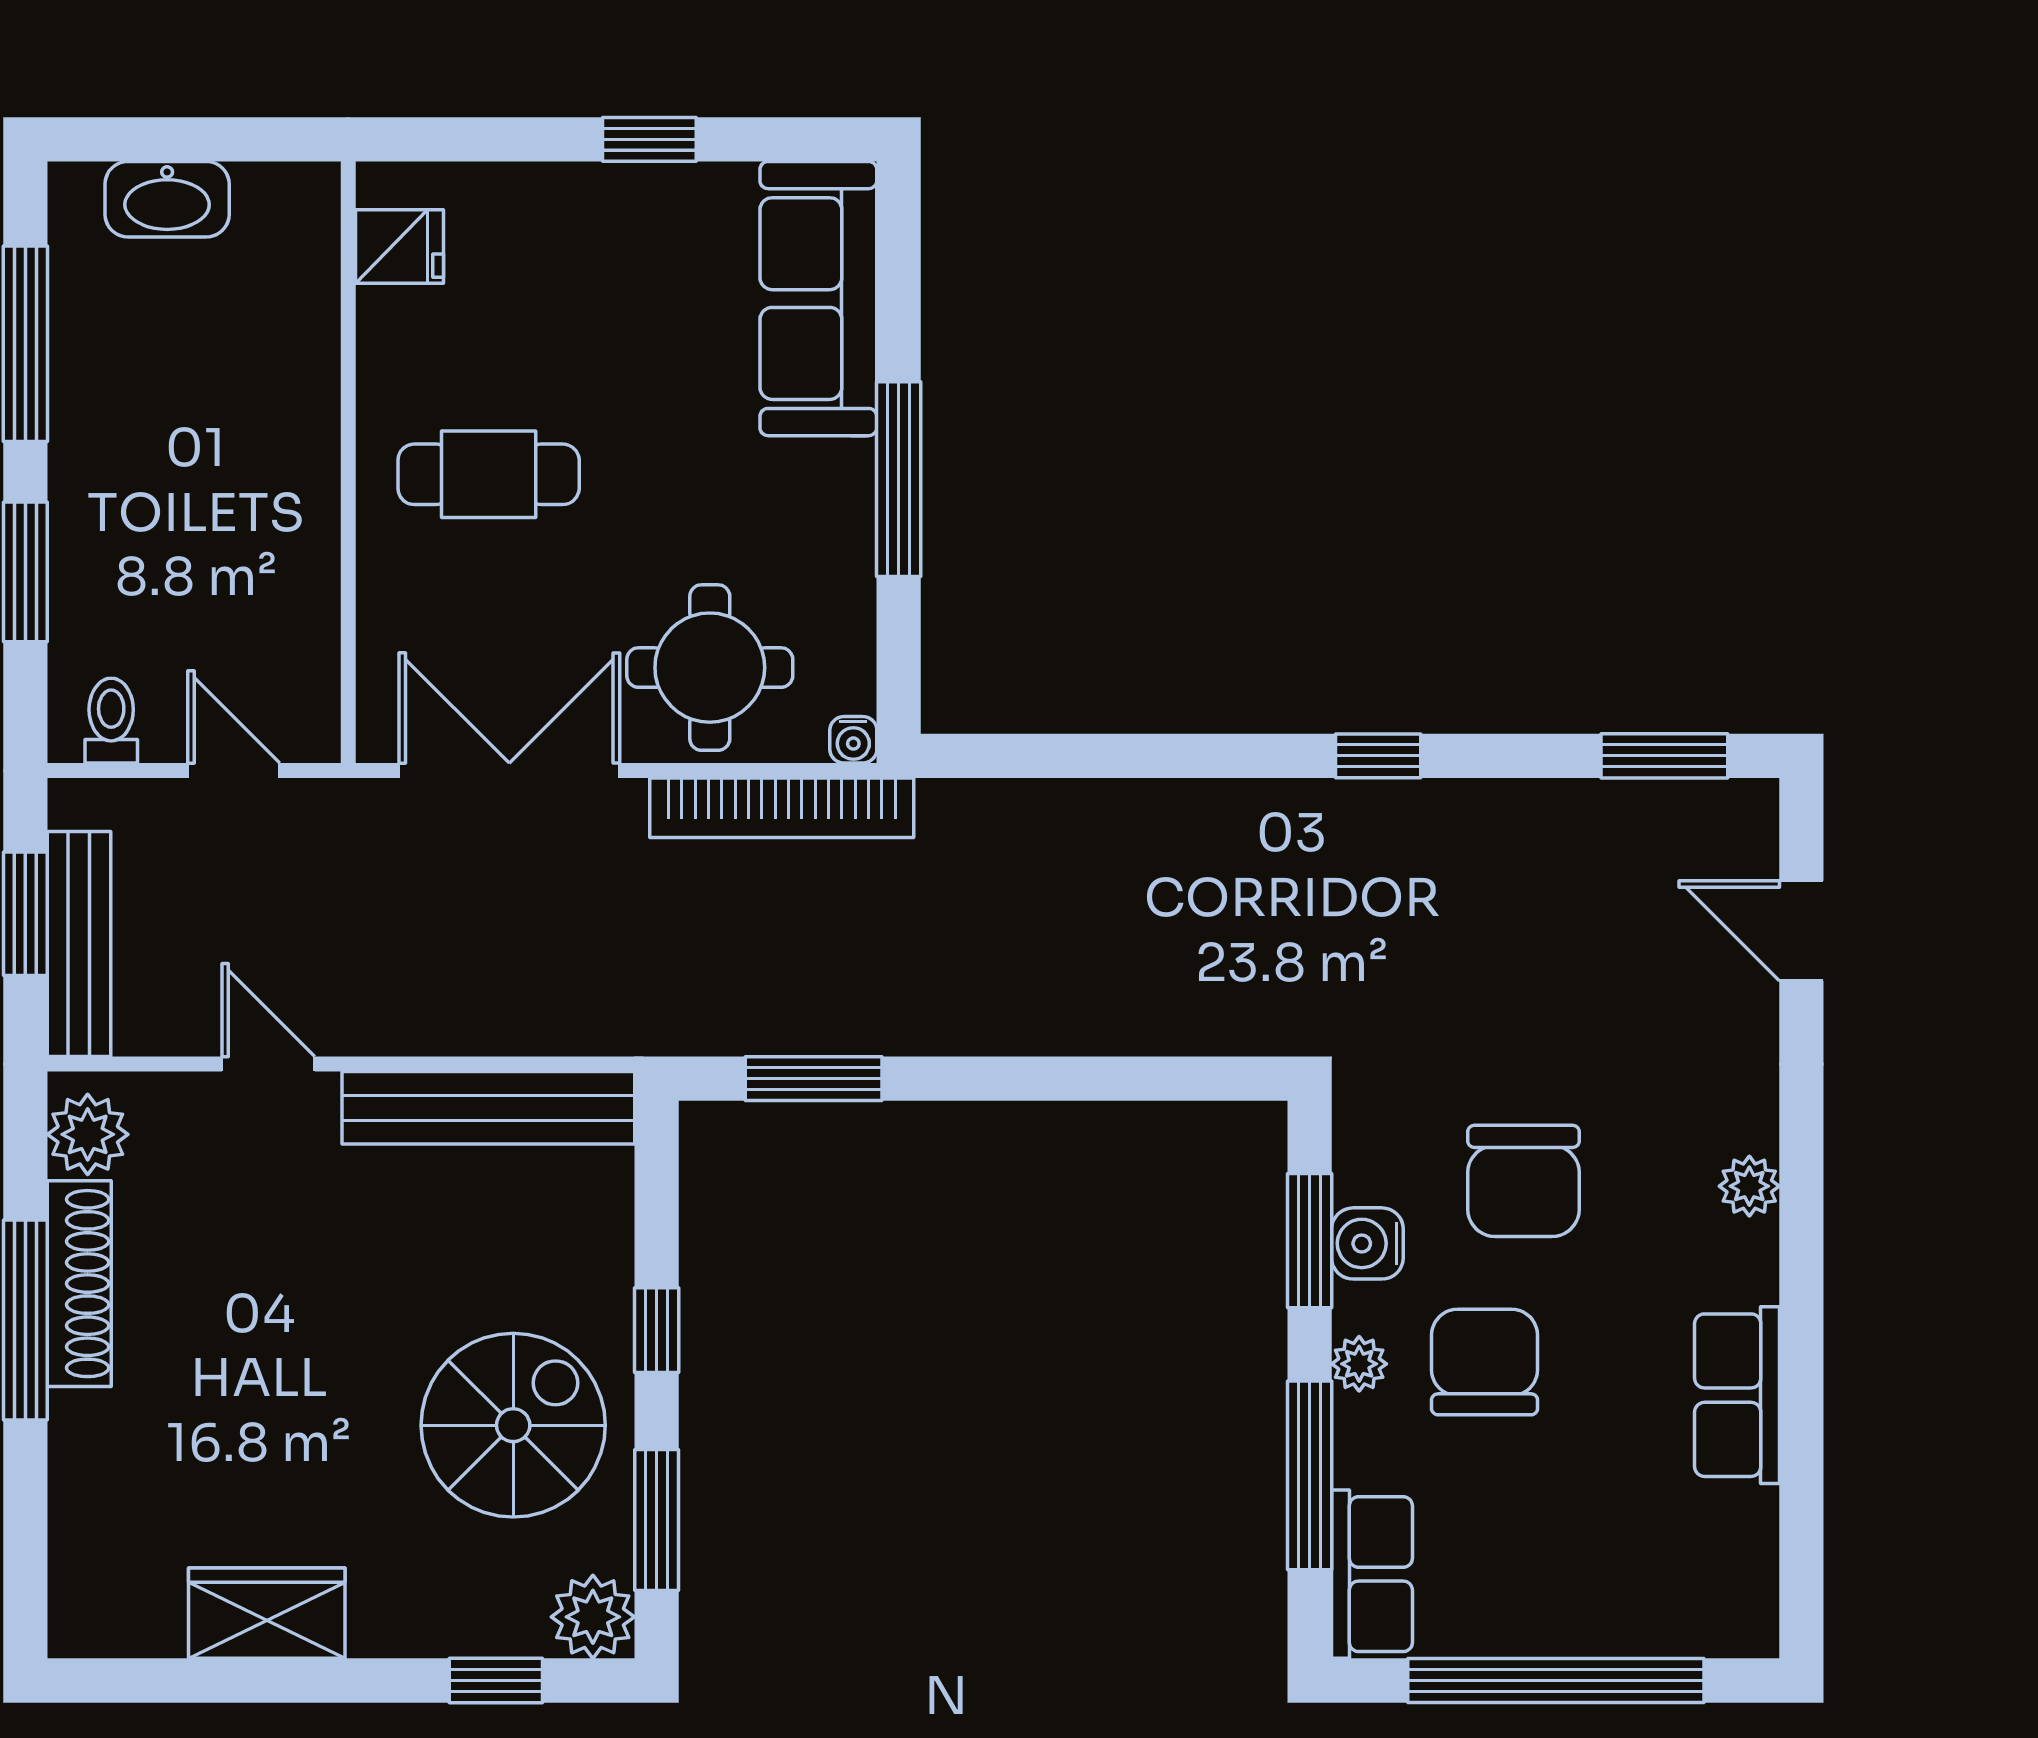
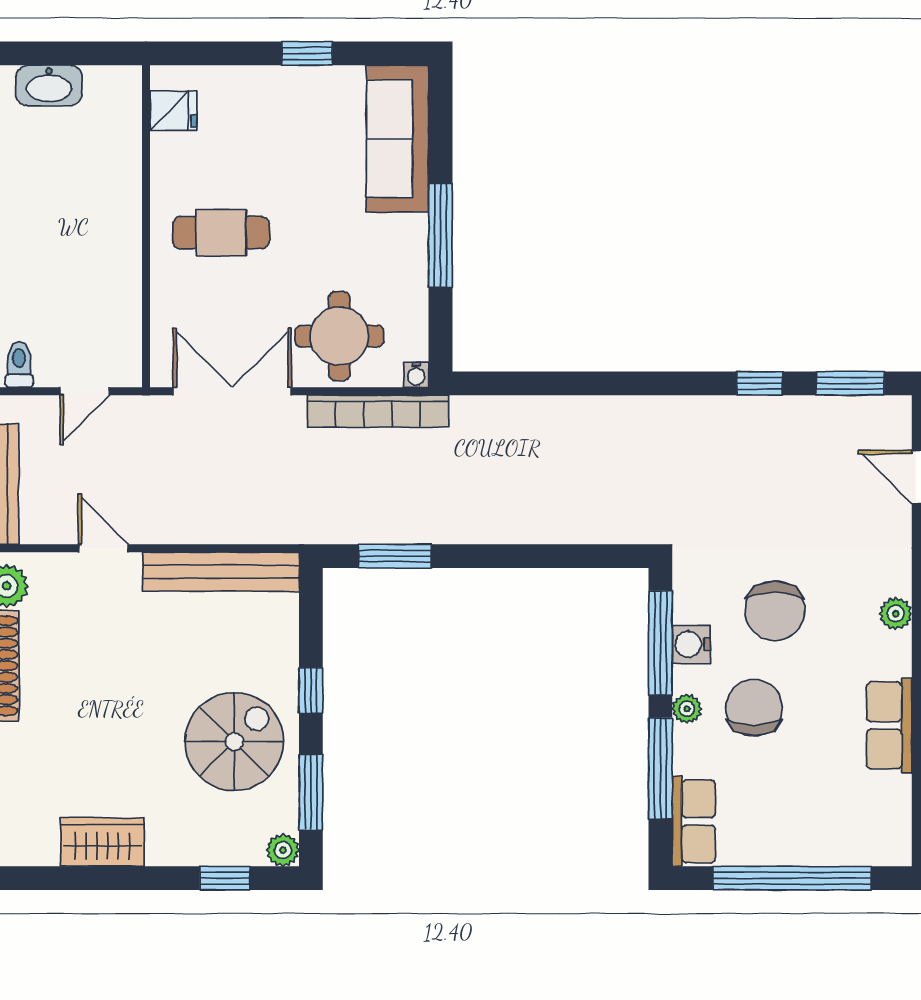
window: (1378, 756) -> (760, 383), moved
door: (234, 770) -> (85, 391), swing flipped
window: (1310, 1241) -> (660, 643), width x1.44
plant: (593, 1617) -> (283, 850), width x0.73, depth x0.73

